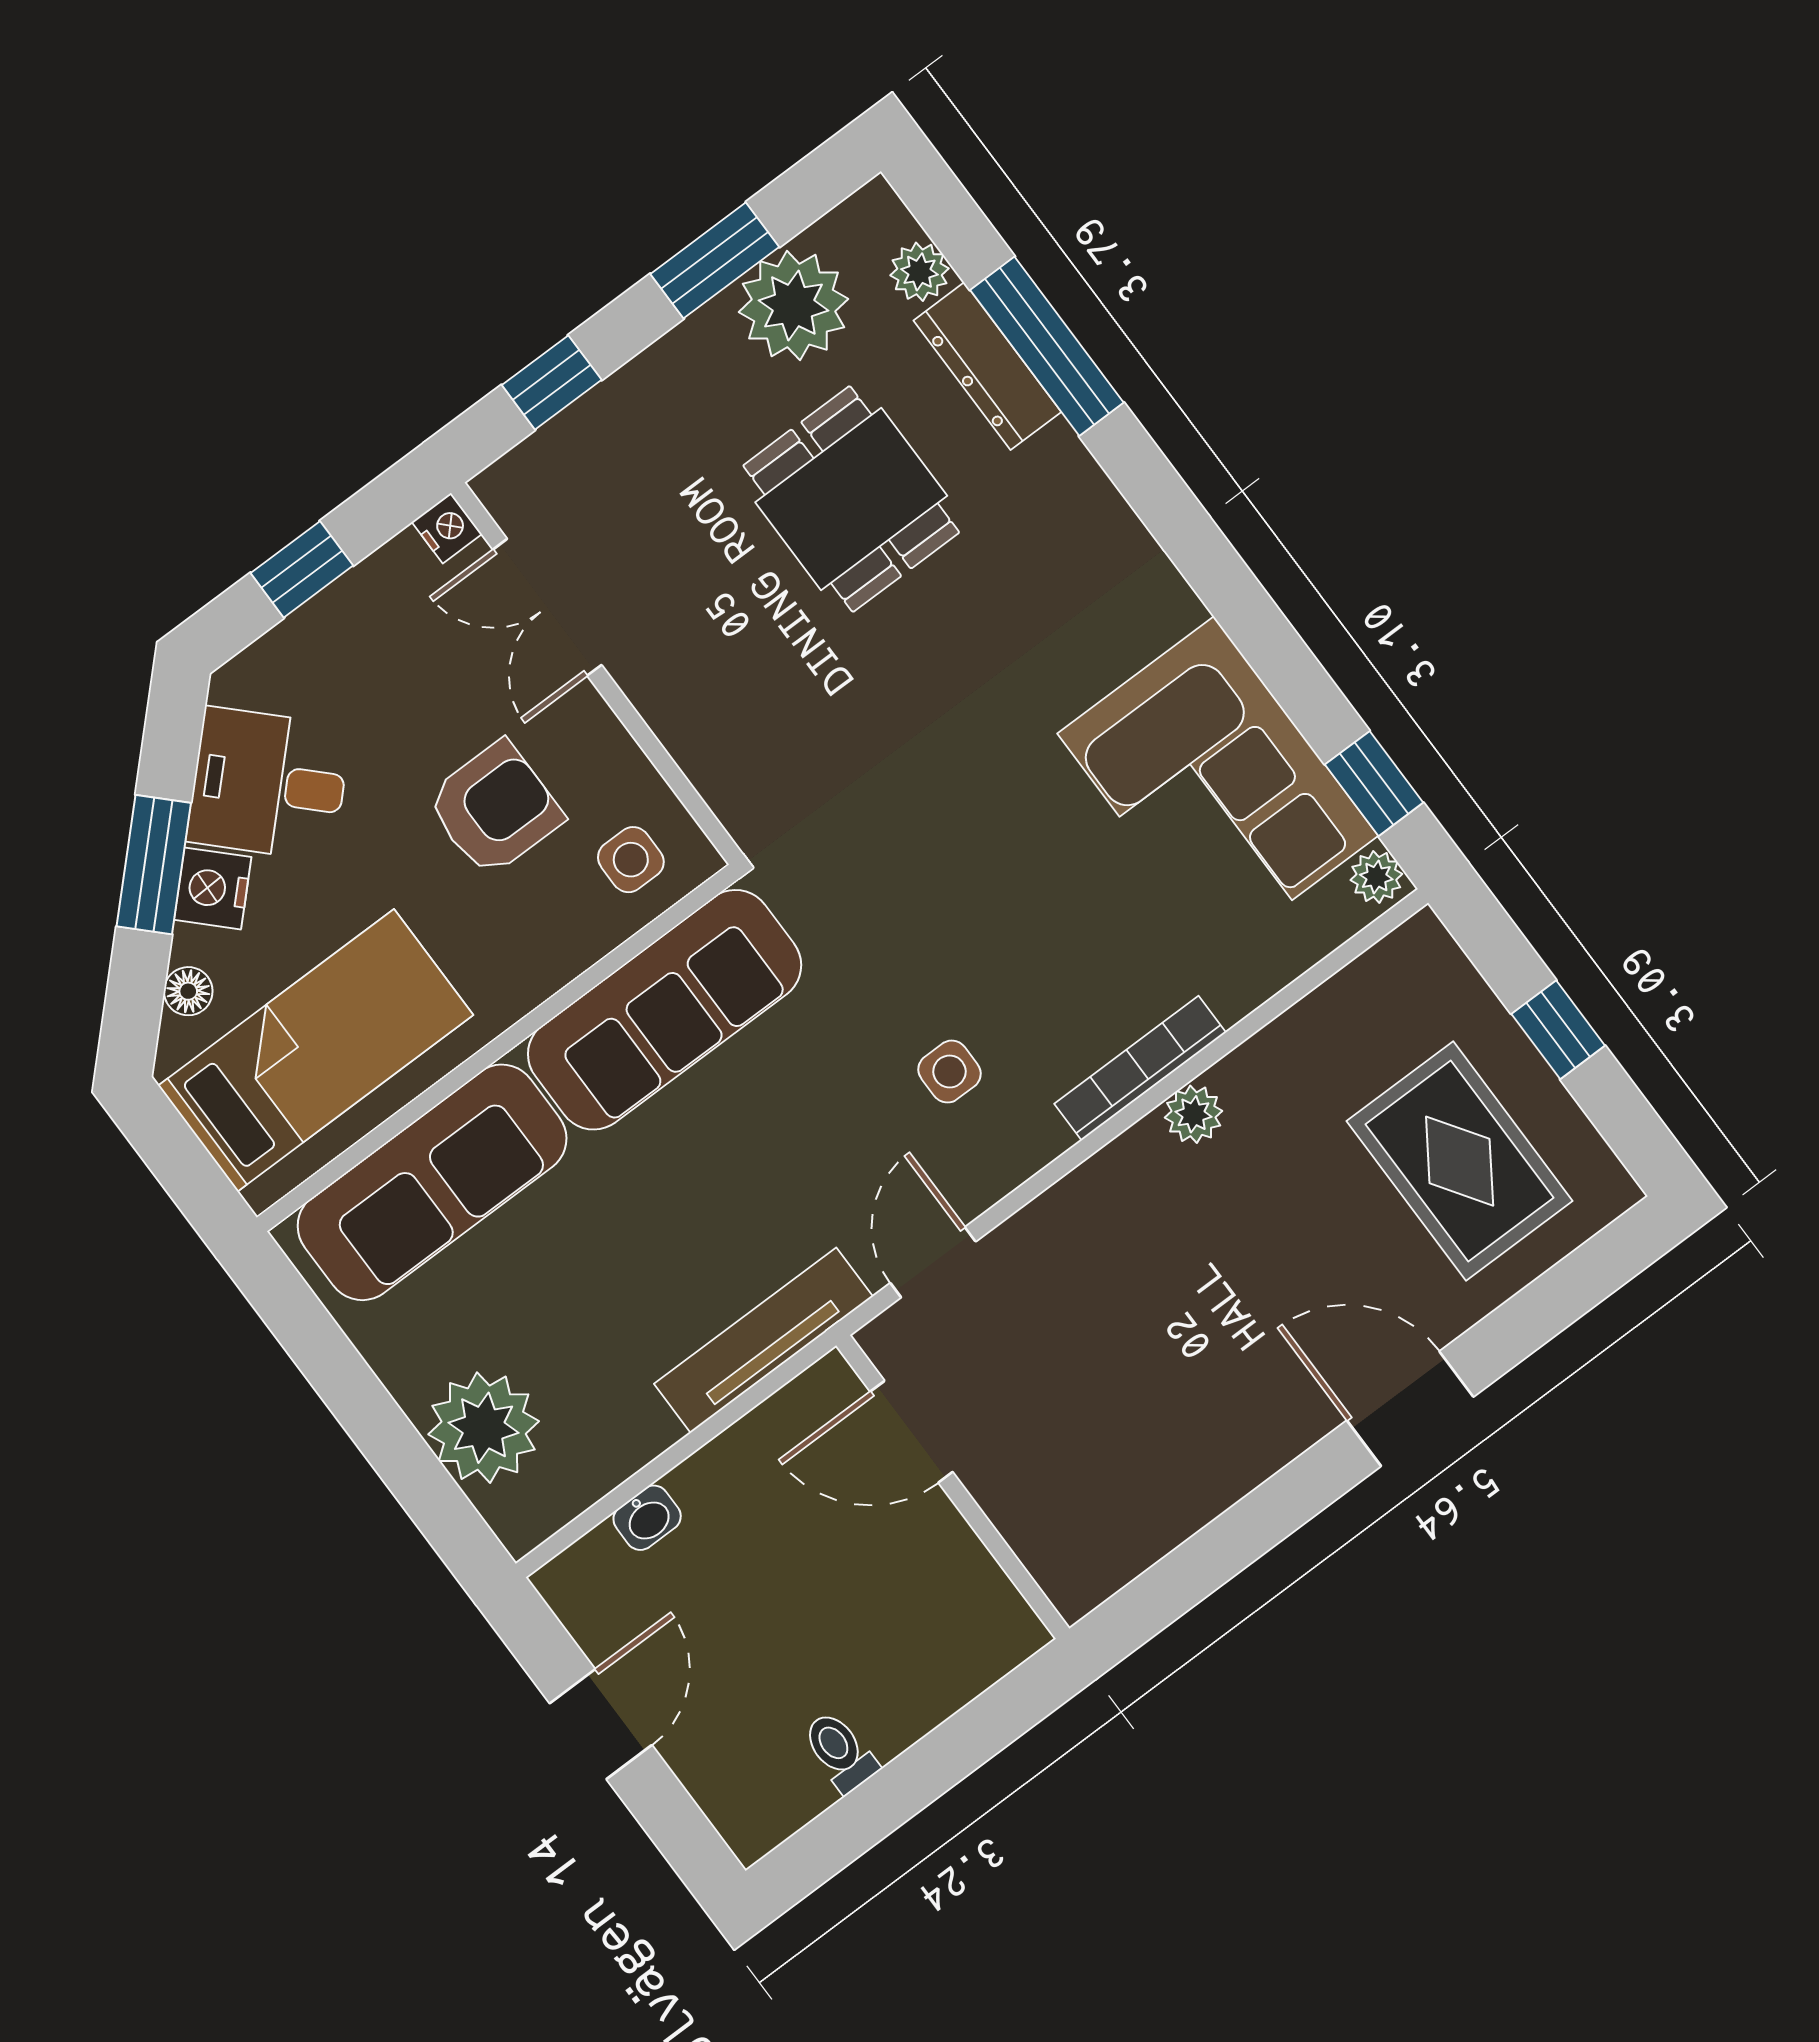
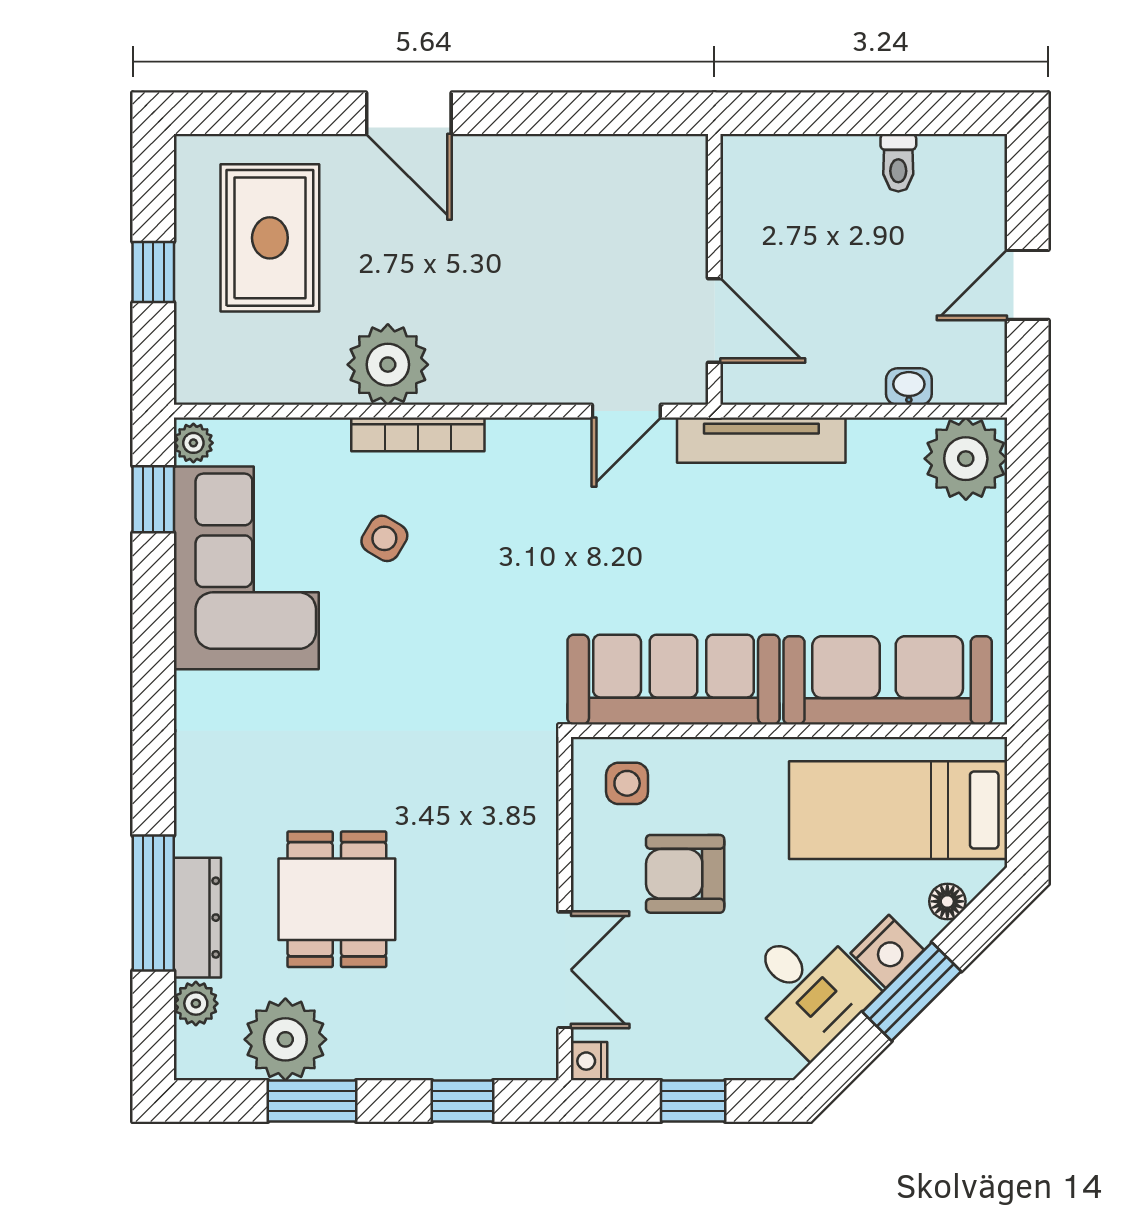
side table: (950, 1072) -> (384, 538), moved, turned 31
plant: (1194, 1114) -> (388, 365), width x1.87, depth x1.87
plant: (484, 1428) -> (966, 459), moved

